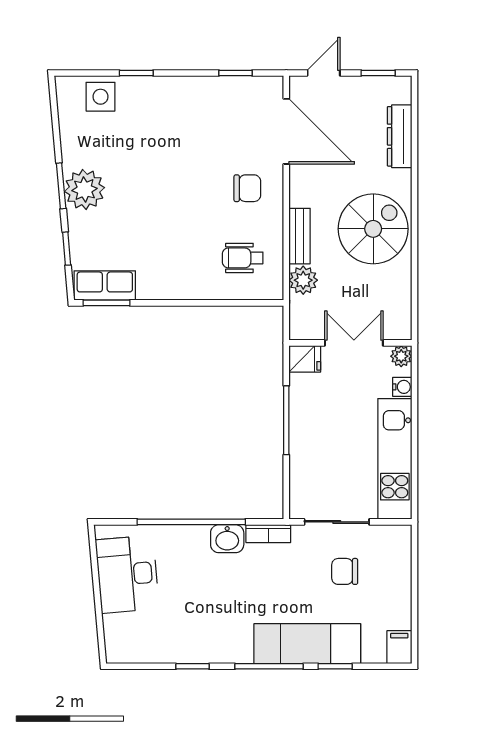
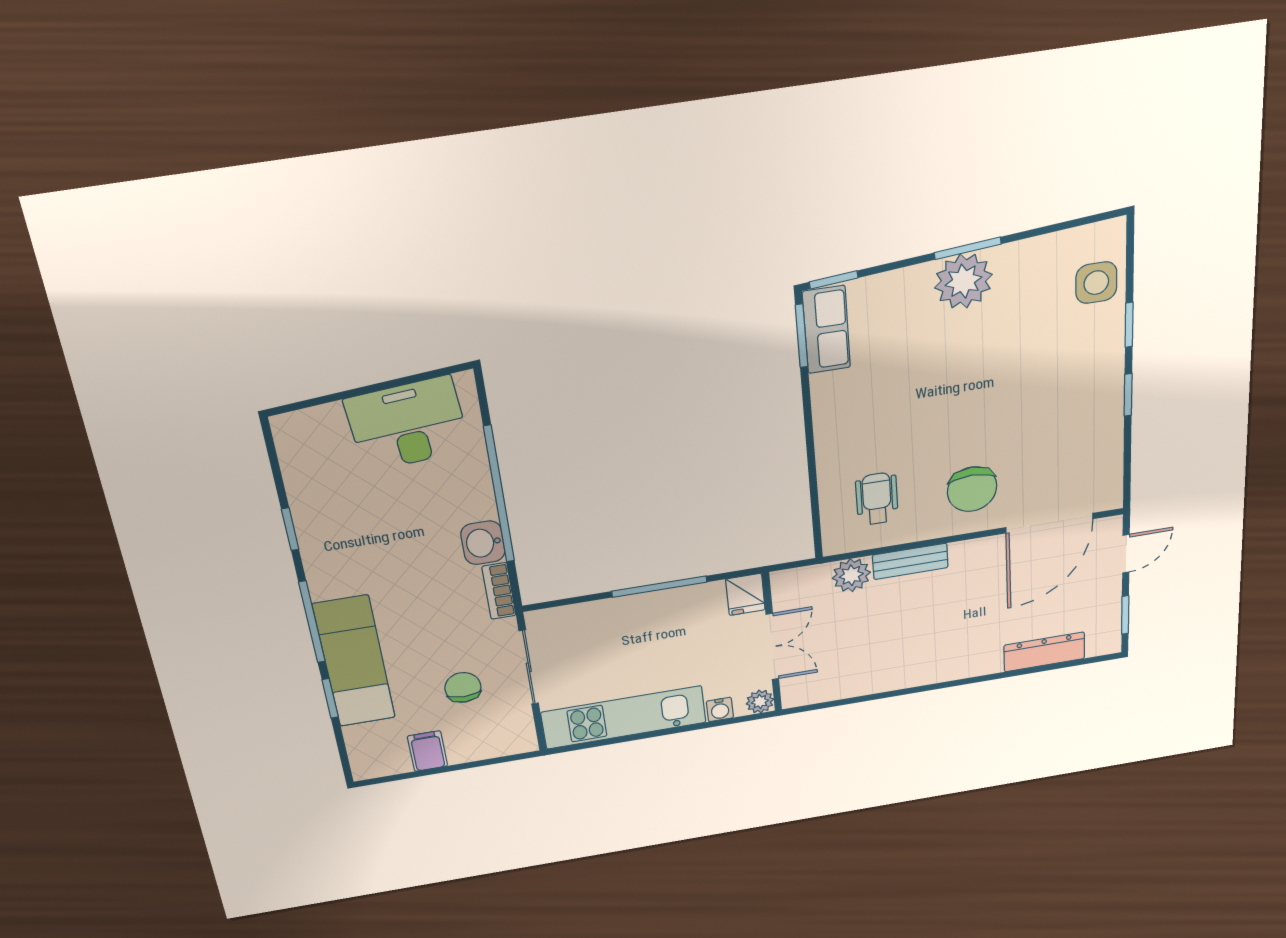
window: (236, 73) -> (1128, 395), moved
door: (324, 73) -> (1126, 554), hinge flipped
chair: (247, 188) -> (972, 489), width x1.37, depth x1.37
spiral stairs: (373, 229) -> (924, 643), removed
window: (67, 249) -> (834, 280), moved
filing cabinet: (399, 647) -> (427, 751), moved, turned -90

